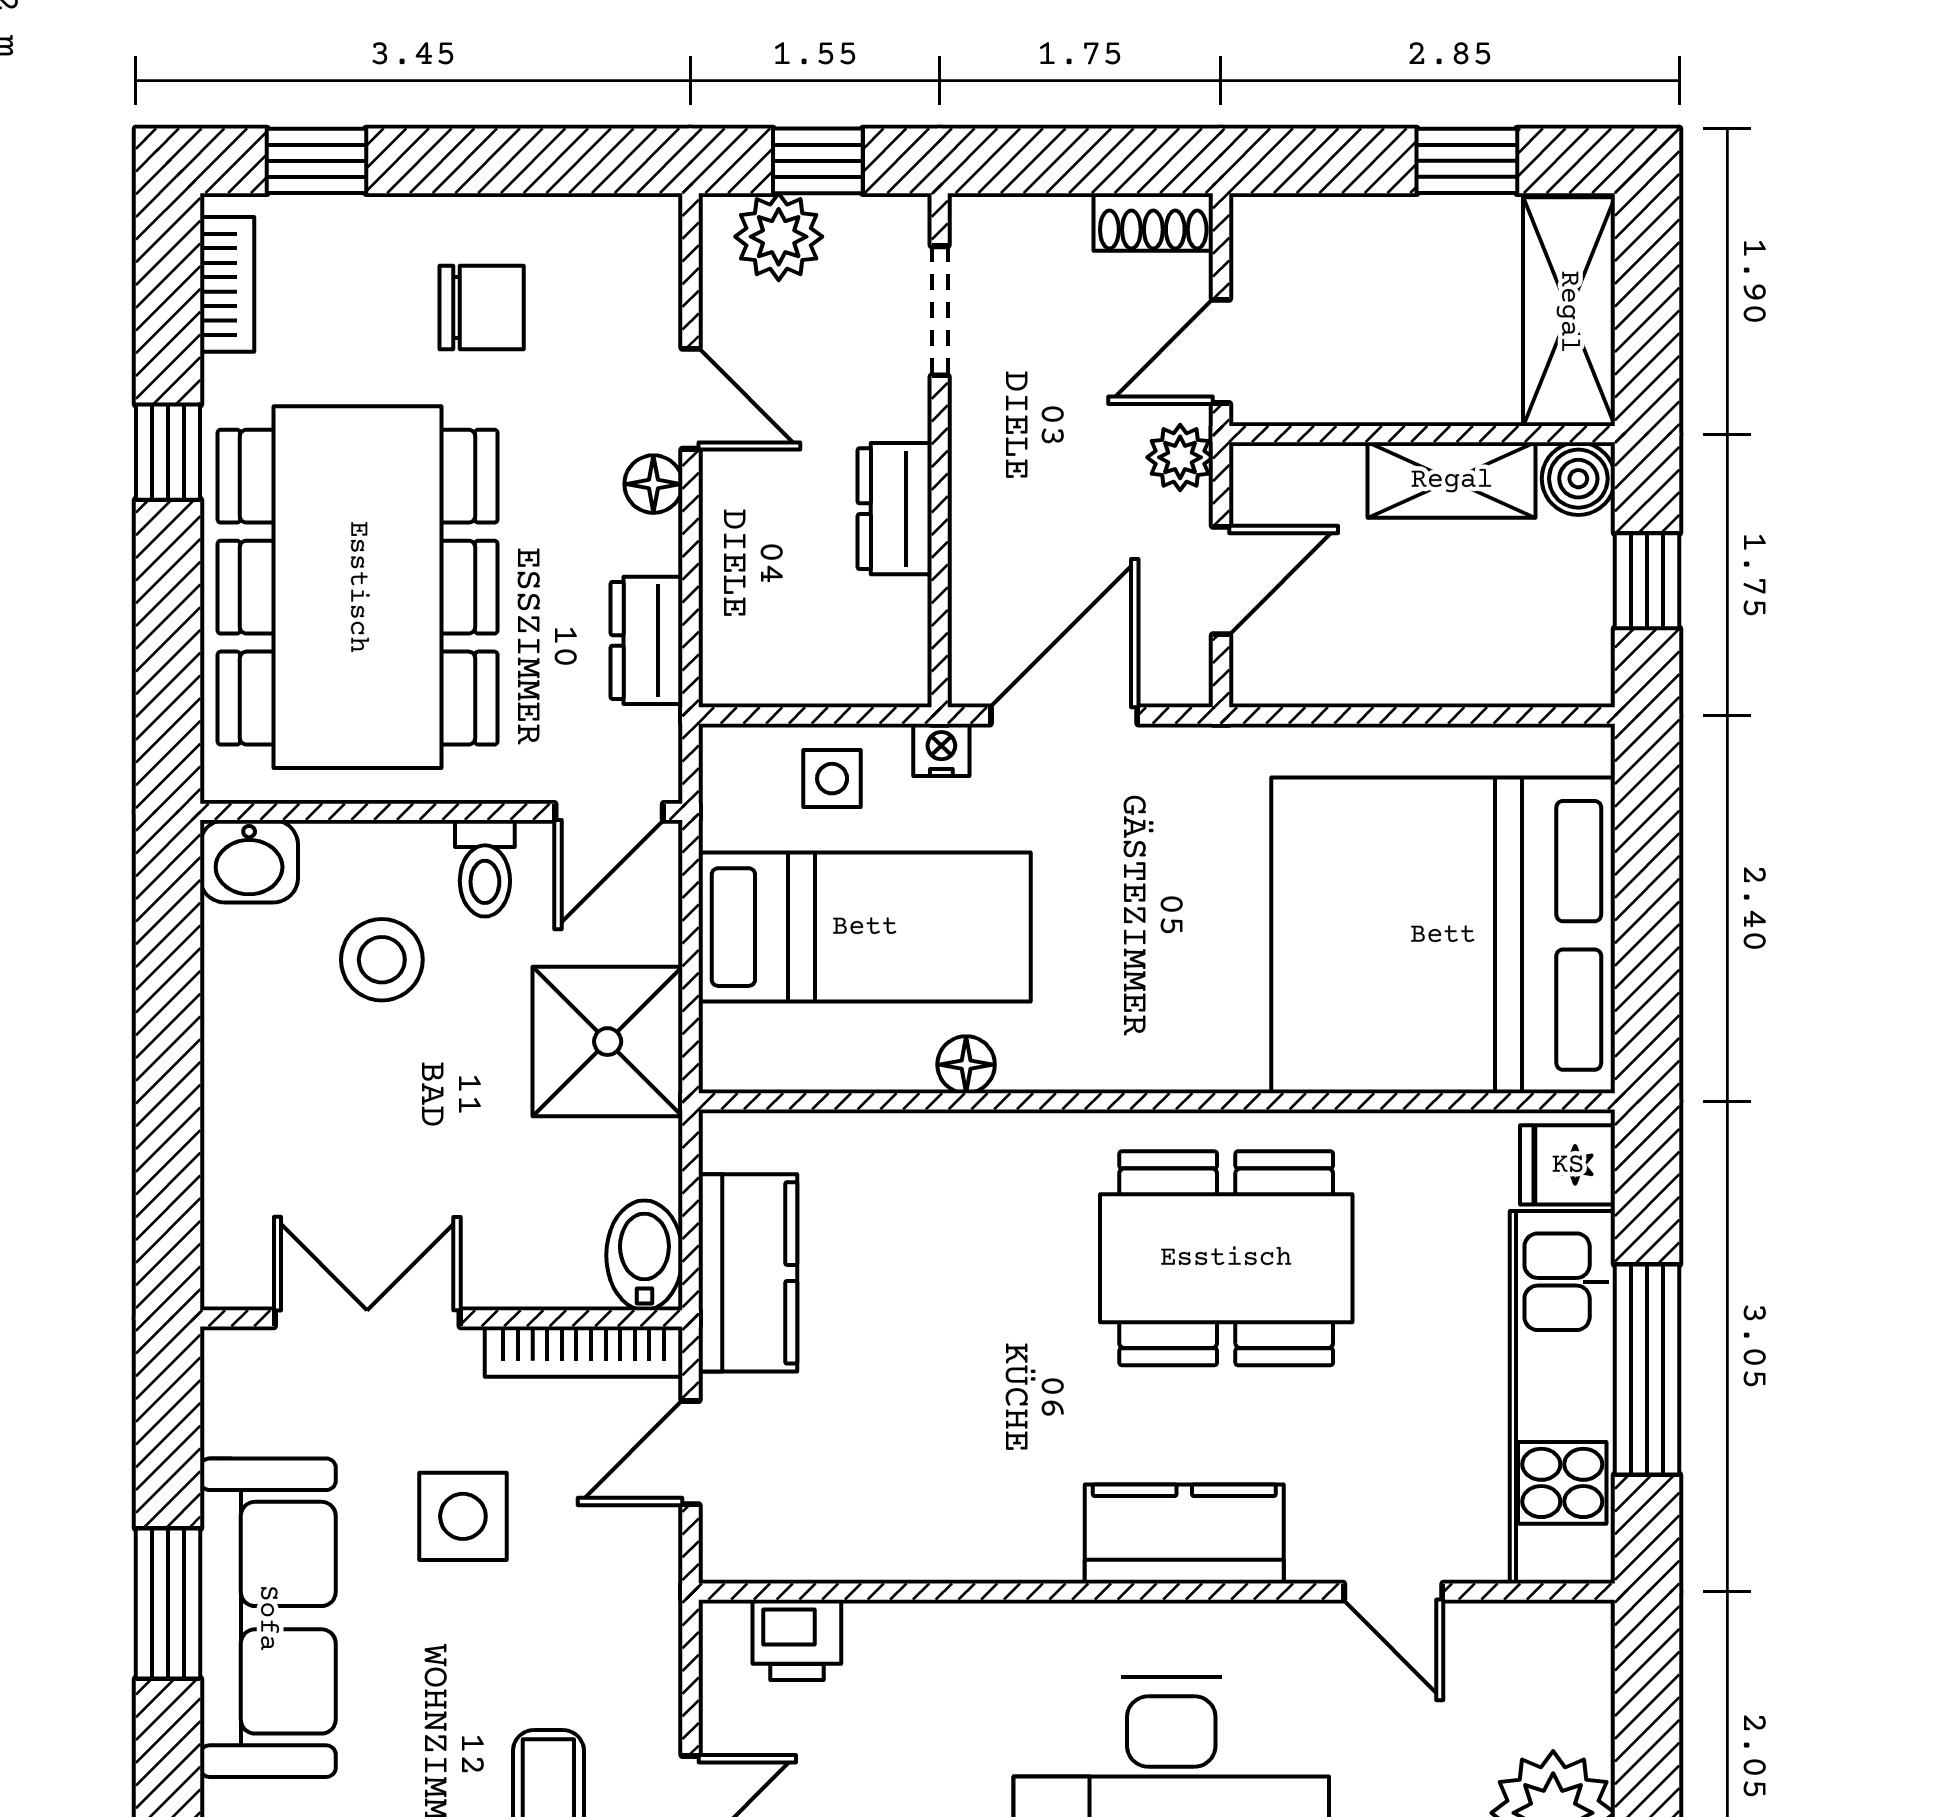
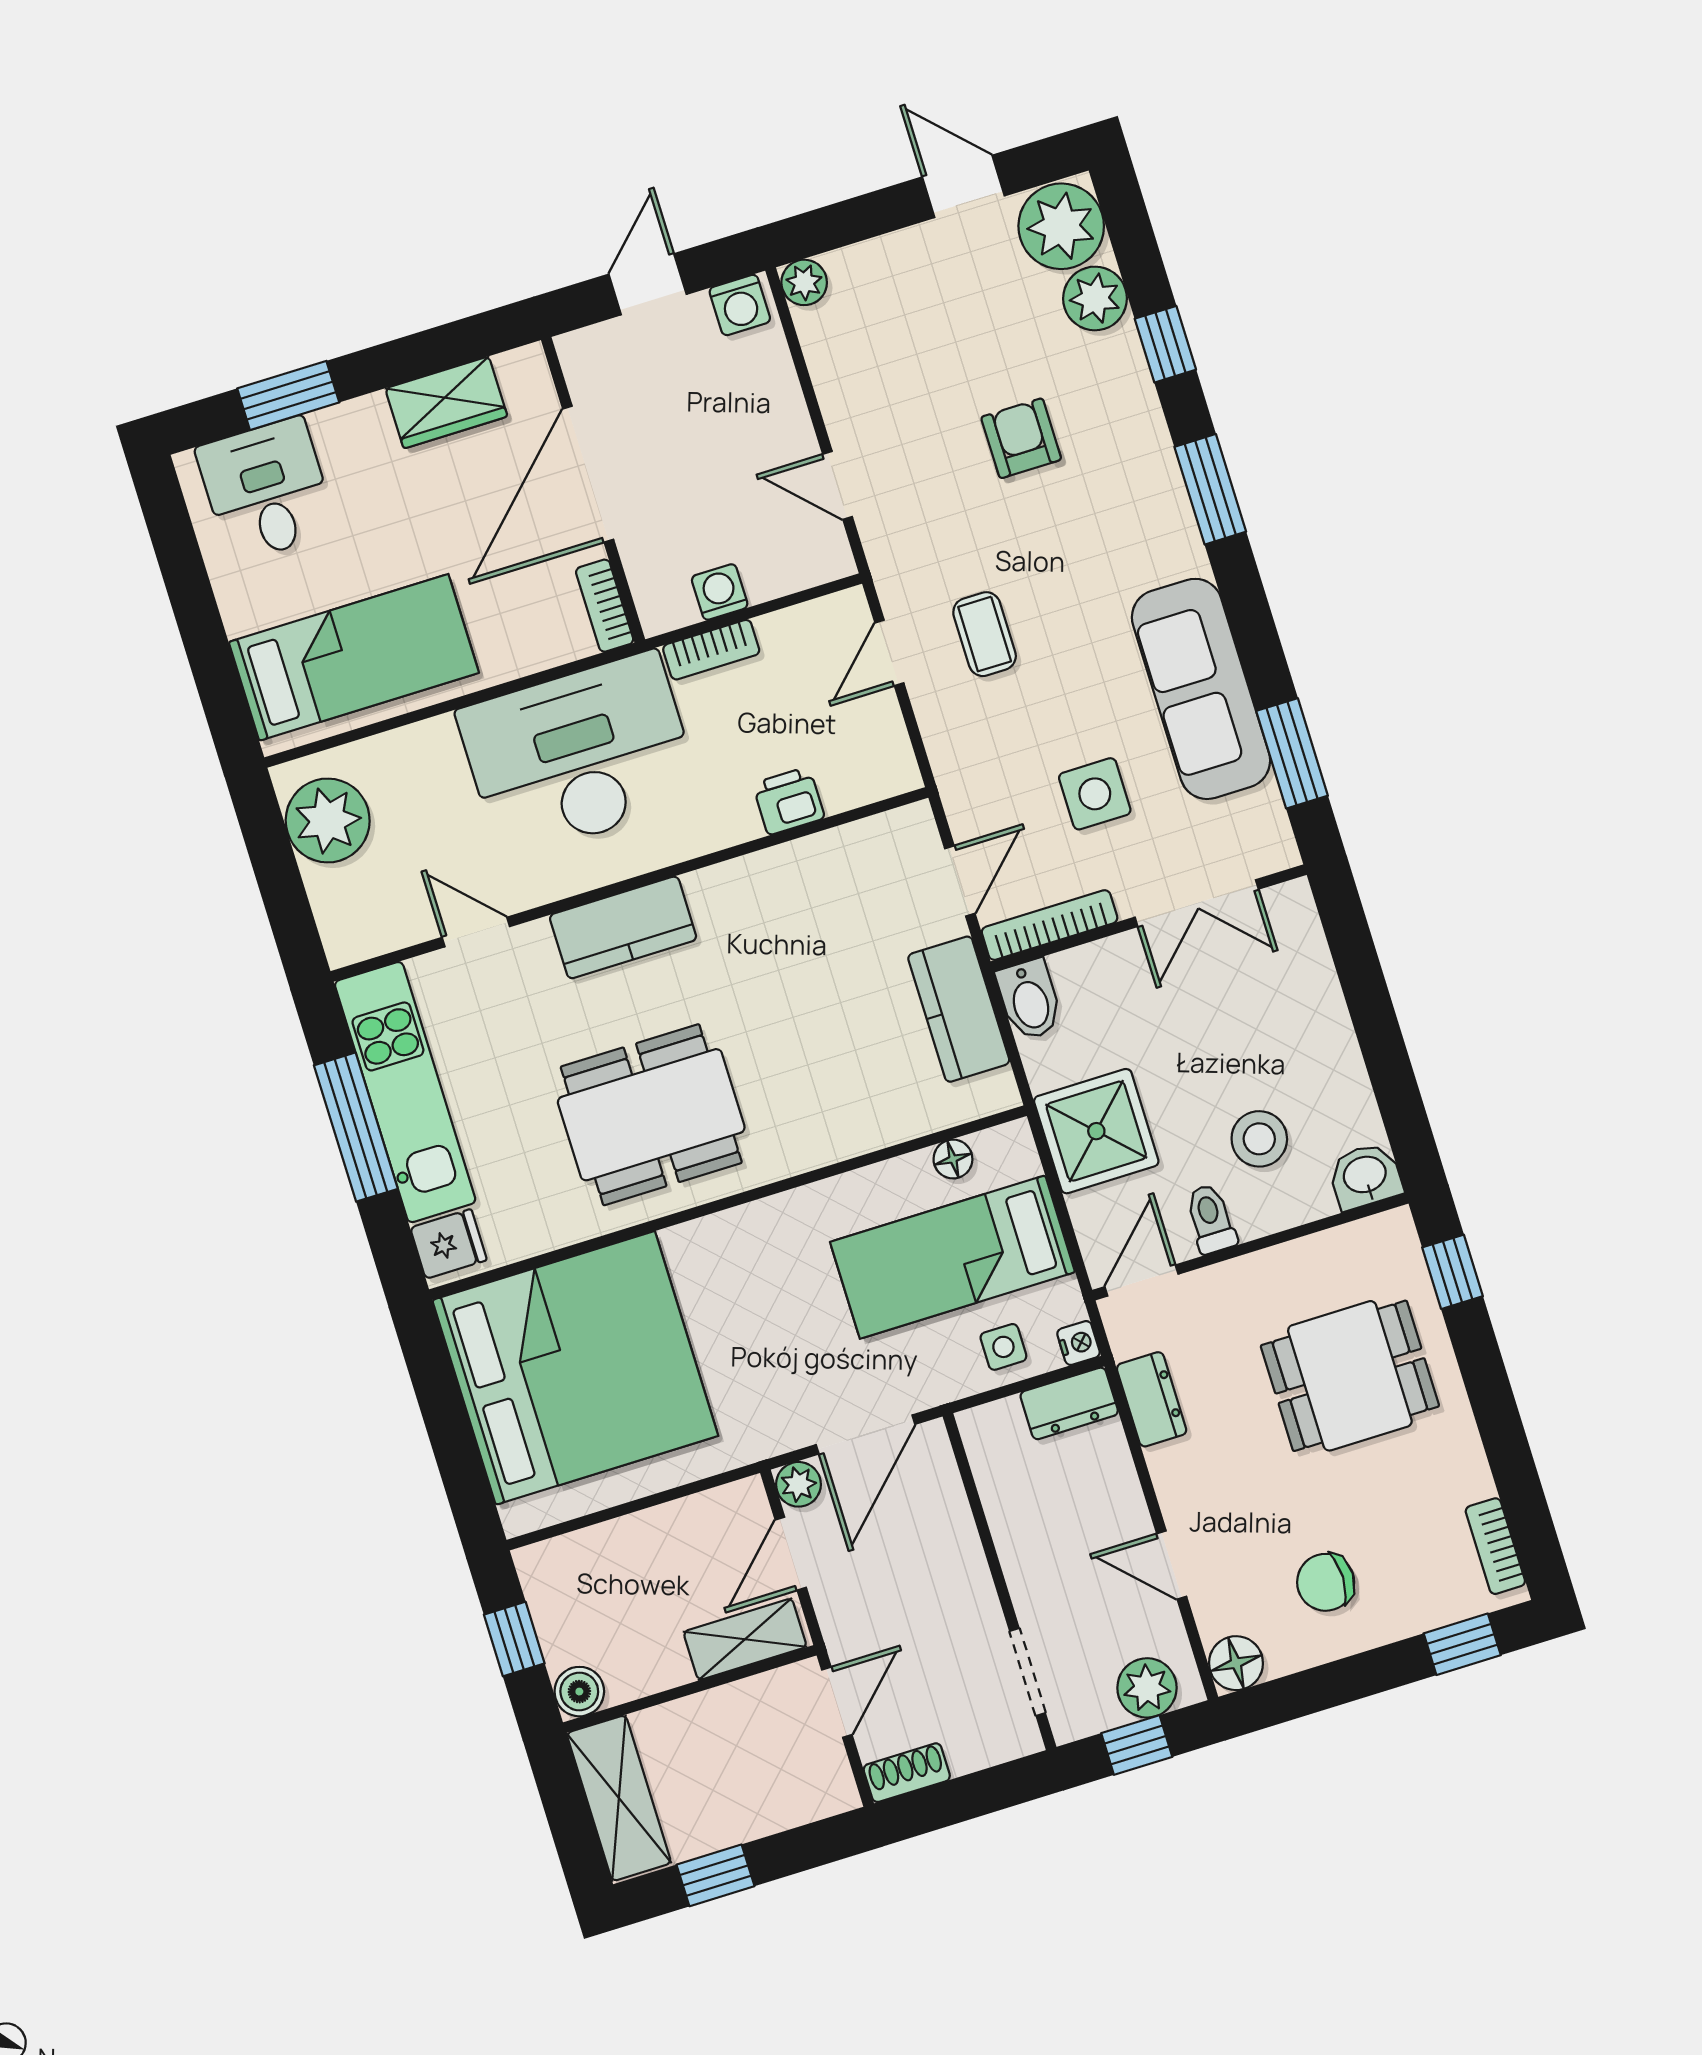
window: (168, 452) -> (1453, 1272), moved
plant: (1180, 457) -> (798, 1484), moved
shelving: (1452, 480) -> (745, 1639), moved
floor lamp: (653, 484) -> (1236, 1663), moved, width x1.37, depth x1.37
dresser: (895, 509) -> (1069, 1403), moved, turned 90
dining table: (358, 587) -> (1350, 1376), width x0.53, depth x0.80
nightstand: (941, 750) -> (1078, 1343), moved, turned -90
floor lamp: (966, 1065) -> (953, 1159), moved
window: (168, 1603) -> (1292, 753), moved
printer: (797, 1640) -> (789, 801), moved

